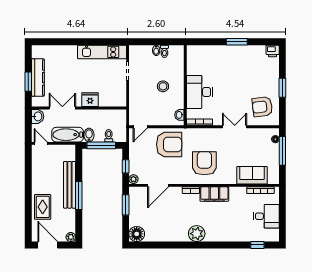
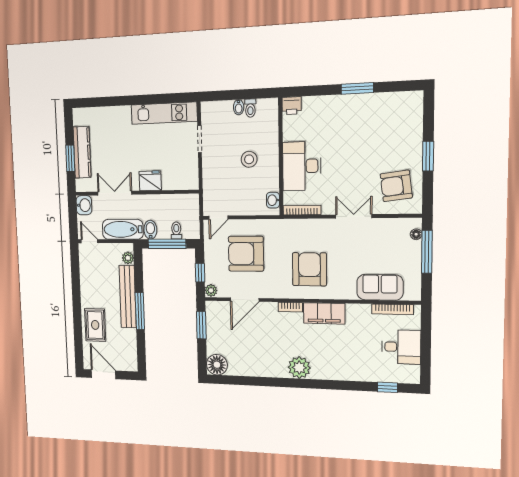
printer: (273, 51) -> (292, 106), moved
armchair: (169, 144) -> (246, 254), moved, turned 180
plant: (71, 237) -> (128, 258), moved

